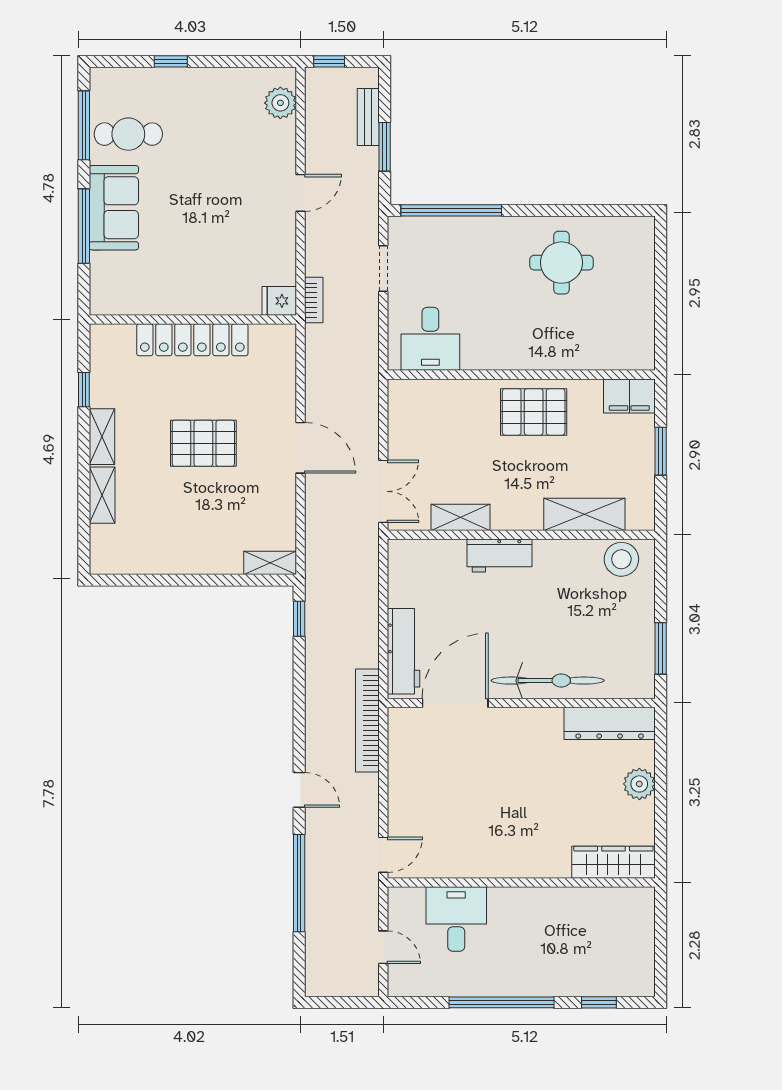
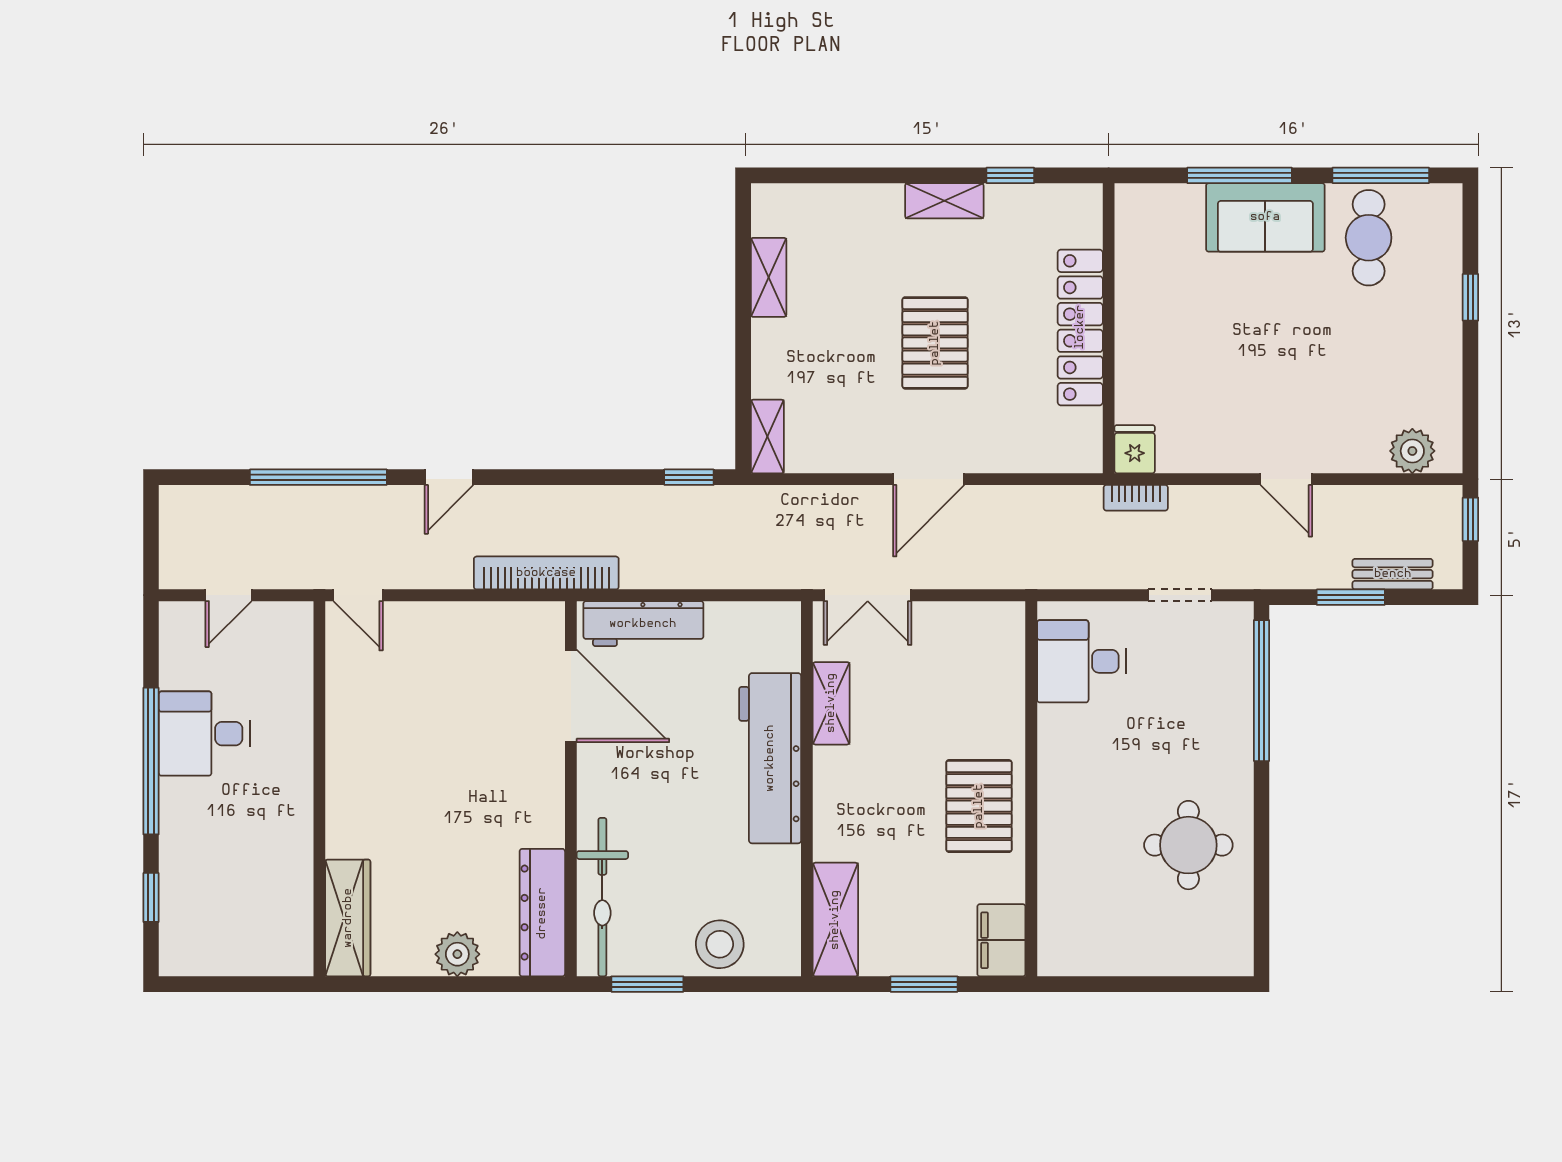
shelving: (102, 495) -> (769, 277), moved, turned 90
shelving: (584, 514) -> (835, 920), moved
workbench: (500, 556) -> (770, 758), width x1.88, depth x1.32
stool: (621, 559) -> (720, 944), moved
bicycle: (548, 681) -> (602, 897), moved
desk: (456, 919) -> (204, 734), moved, turned 180

